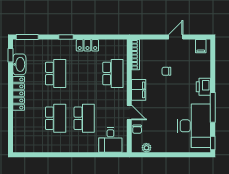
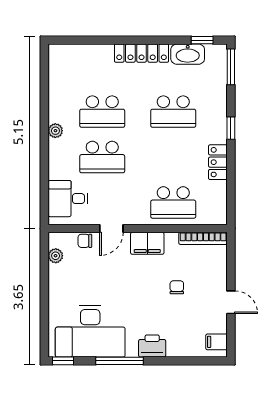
plant: (68, 148) -> (55, 131), added

